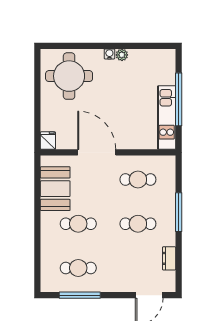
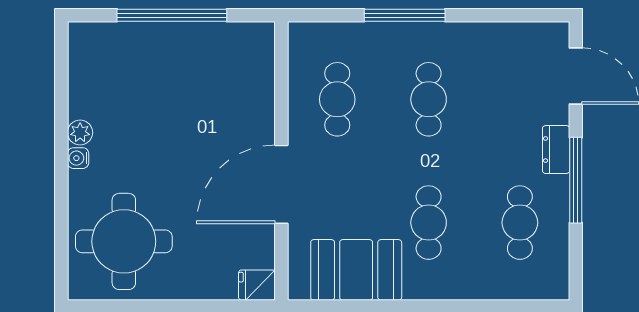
kitchen unit: (167, 118) -> (209, 40), removed
dresser: (169, 258) -> (556, 150), moved, turned 90
window: (80, 295) -> (576, 180), moved

